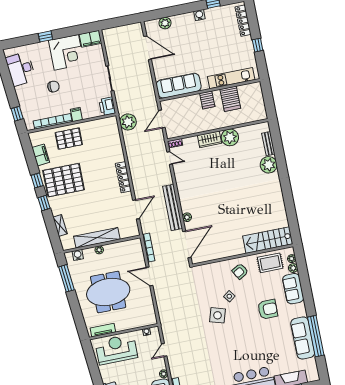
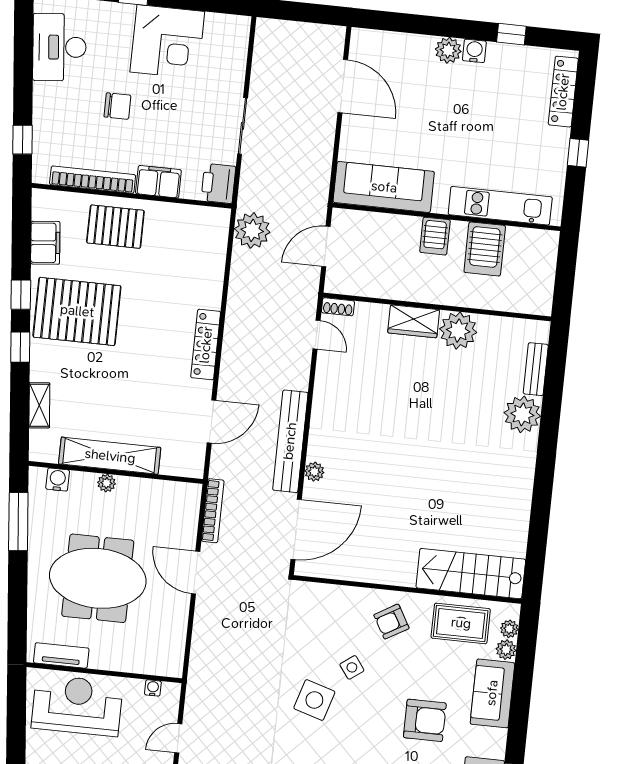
plant: (165, 23) -> (448, 50), moved
filing cabinet: (90, 39) -> (228, 29), removed
filing cabinet: (76, 114) -> (158, 182), width x2.00

